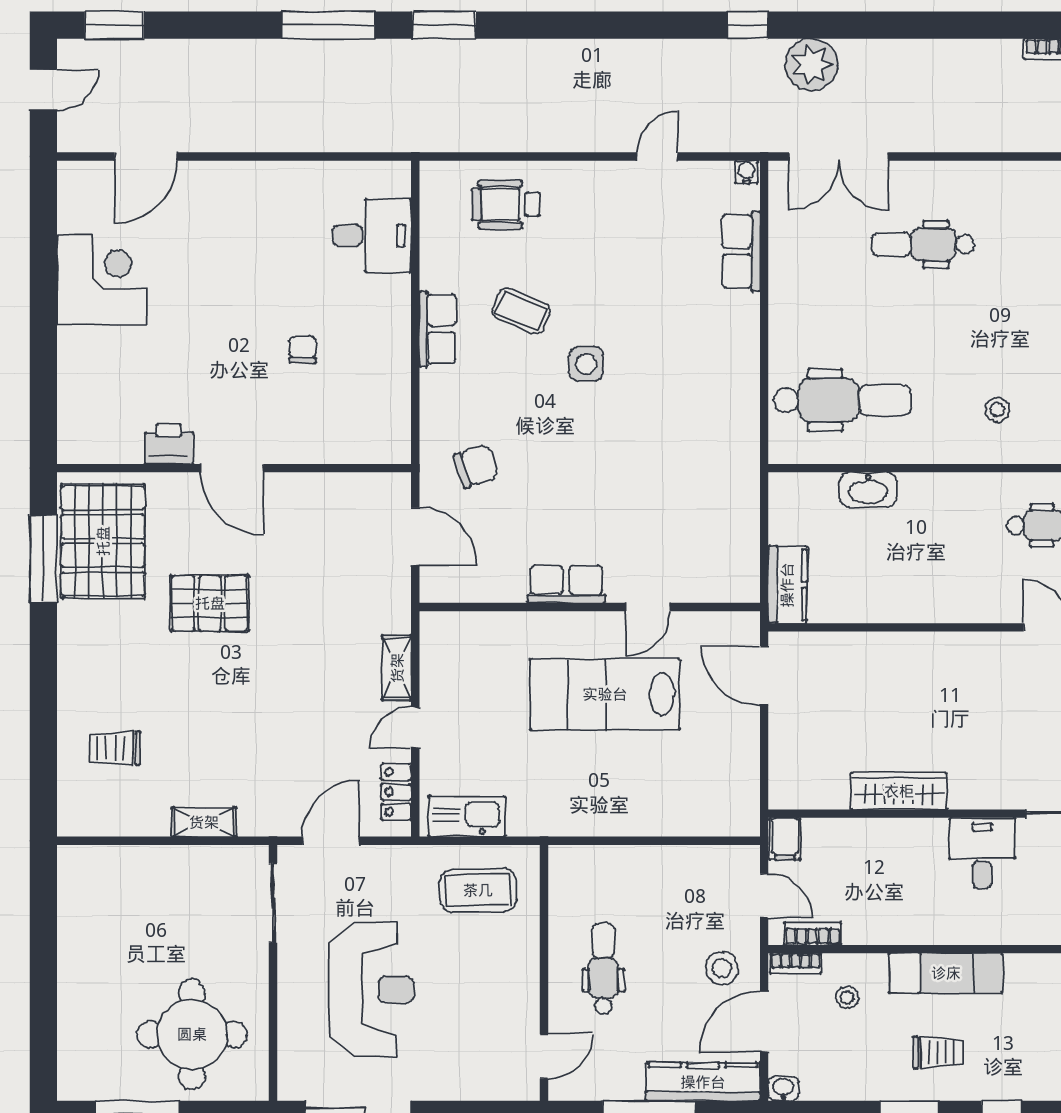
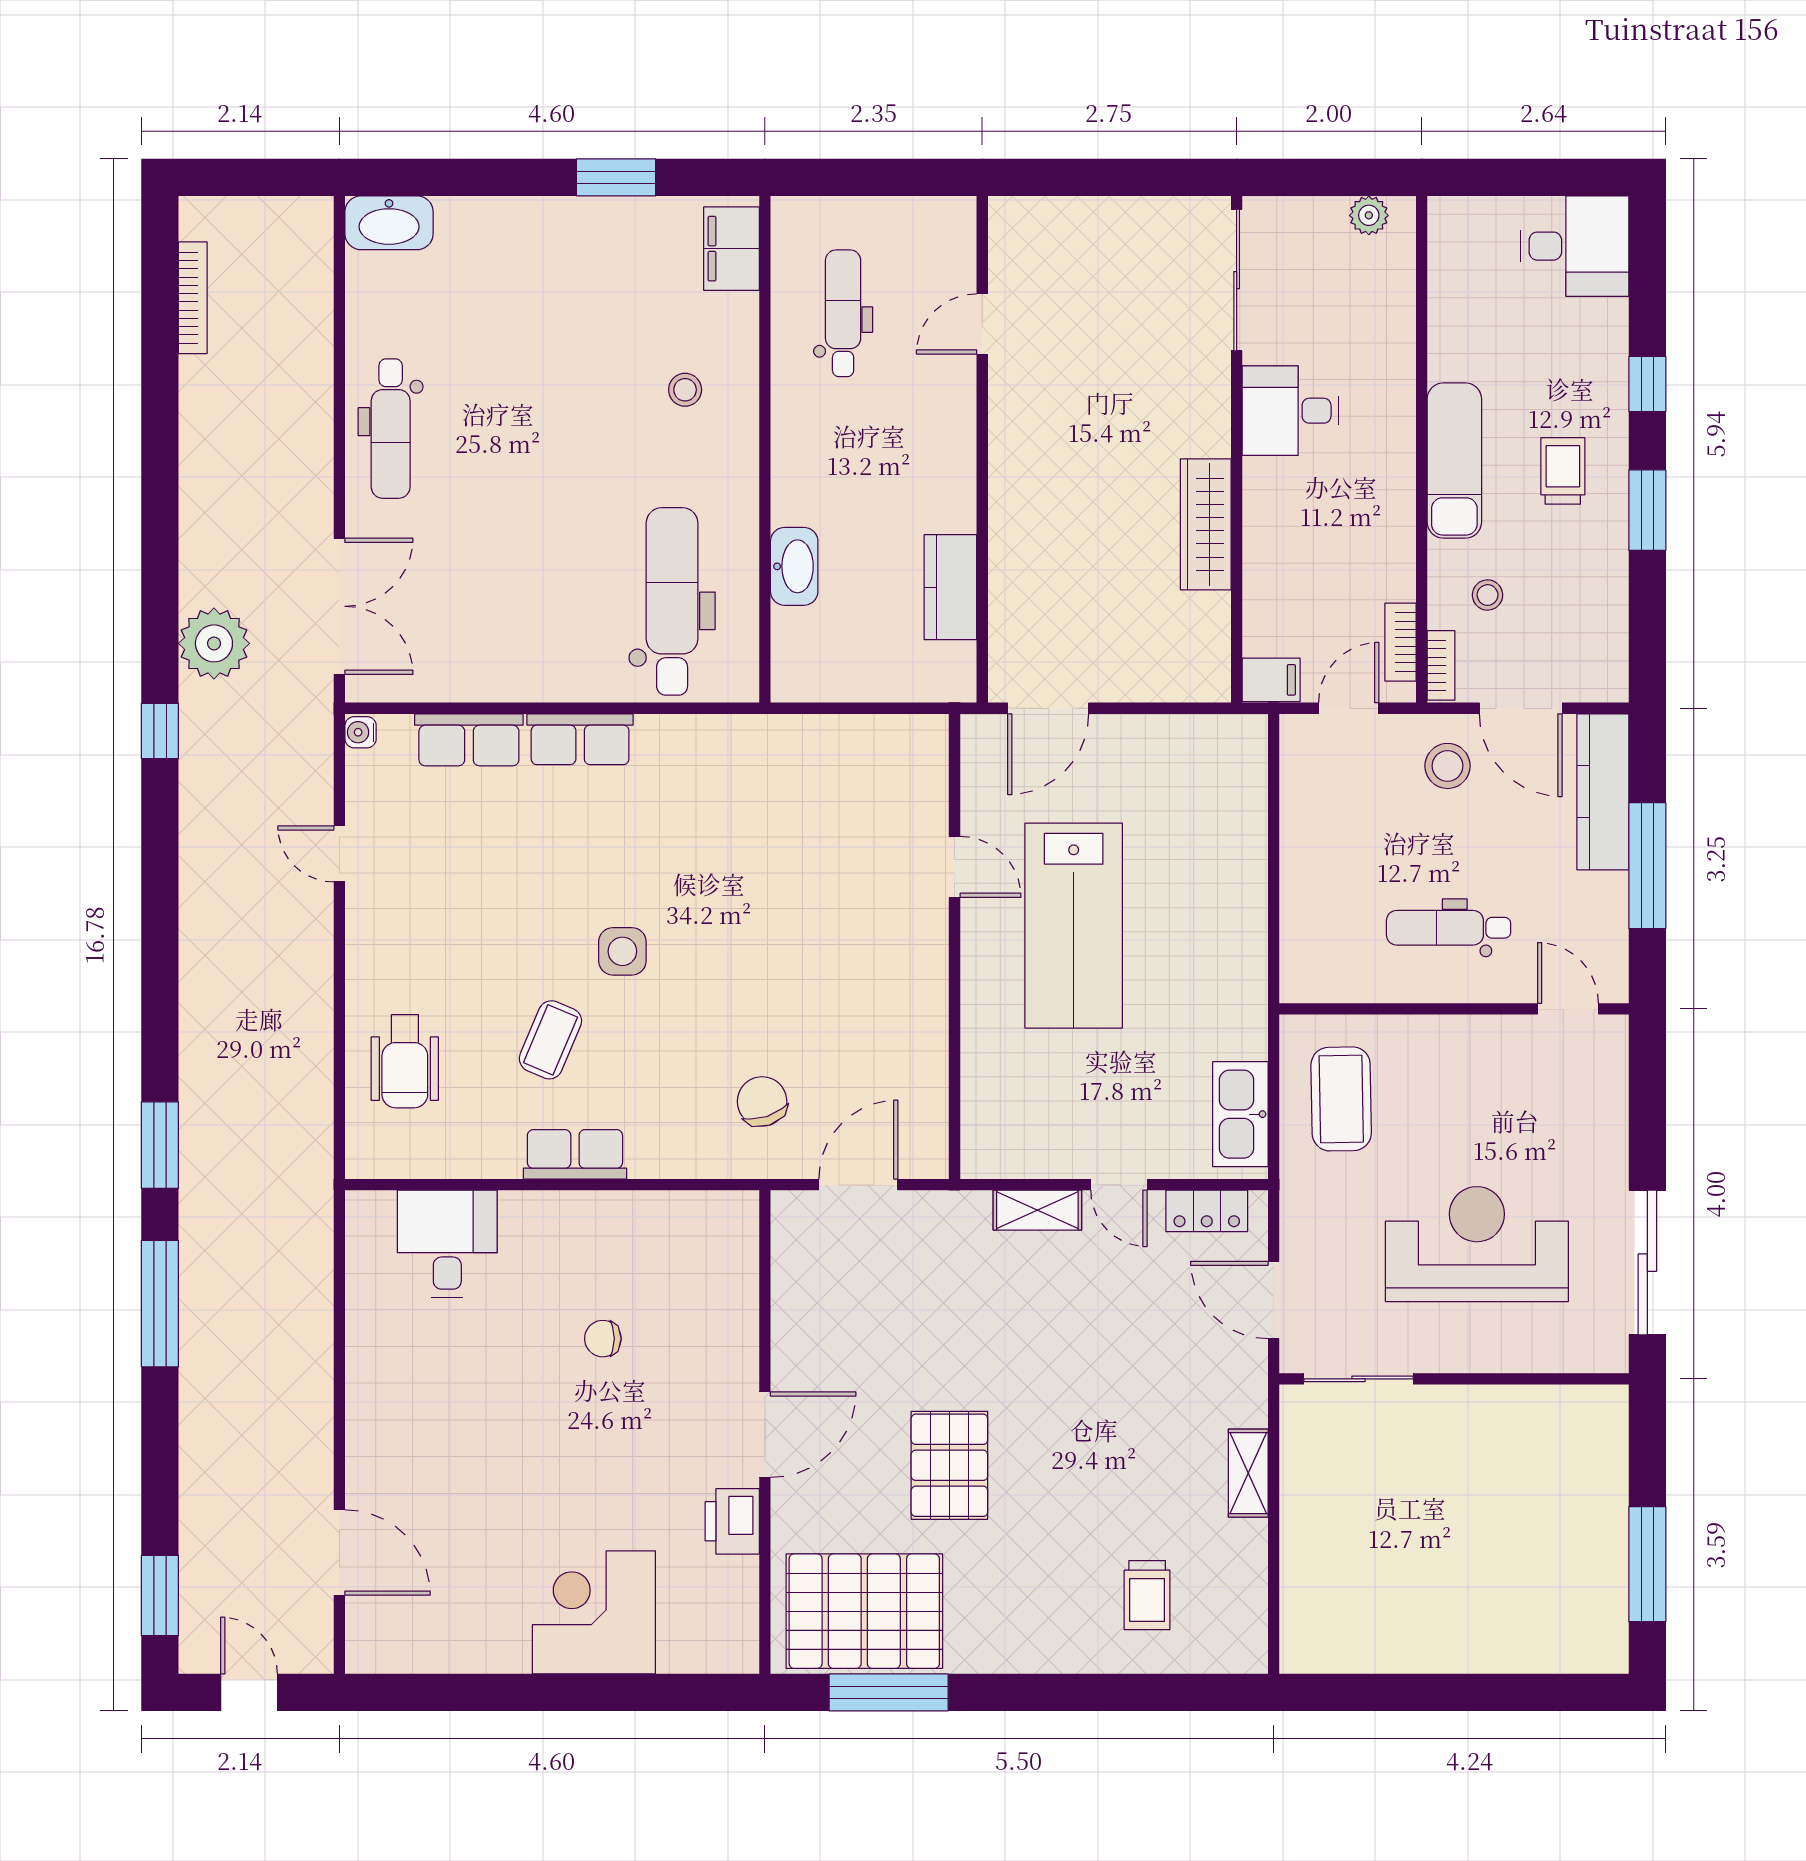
dental chair: (923, 244) -> (391, 429), moved
corner desk: (102, 280) -> (594, 1612), moved
row of seats: (566, 584) -> (580, 739), moved, turned -90
kitchen counter: (787, 585) -> (950, 587), moved, turned -90
round table: (192, 1034) -> (1538, 1489), removed
washbasin: (783, 1089) -> (1612, 682), removed

